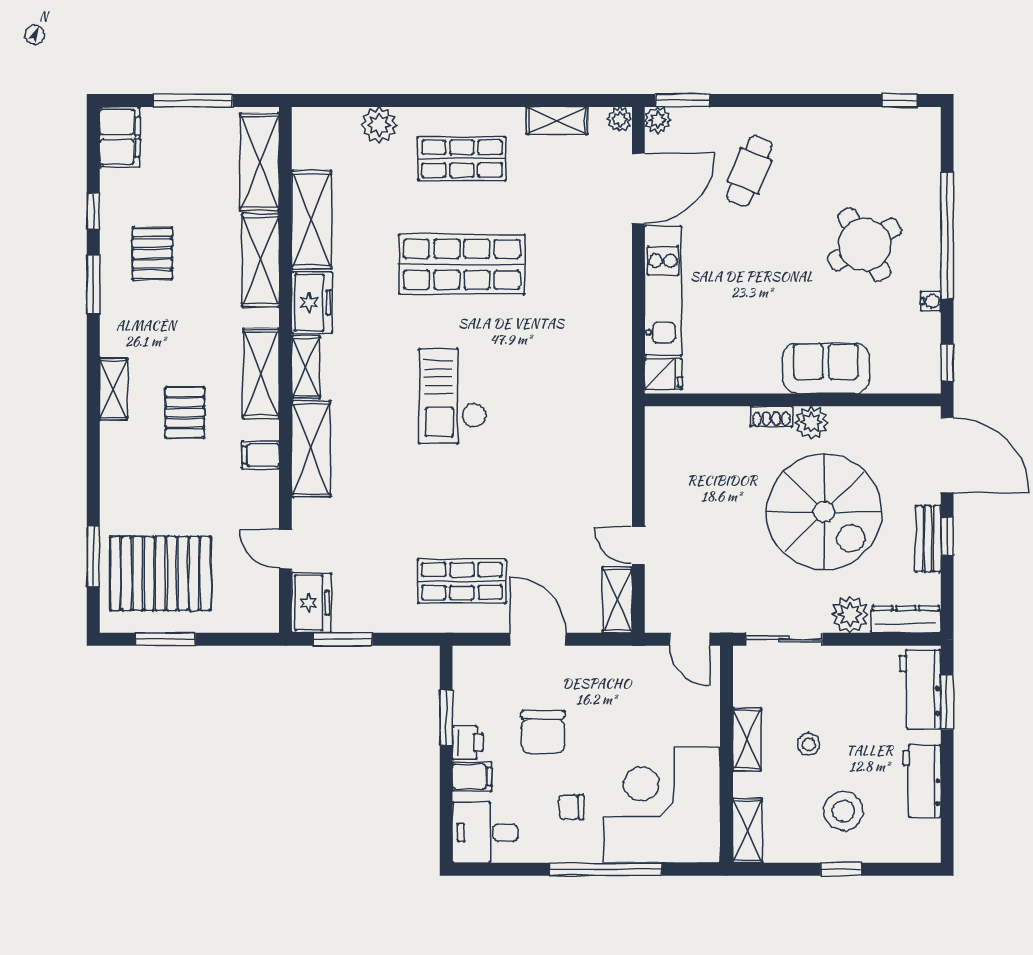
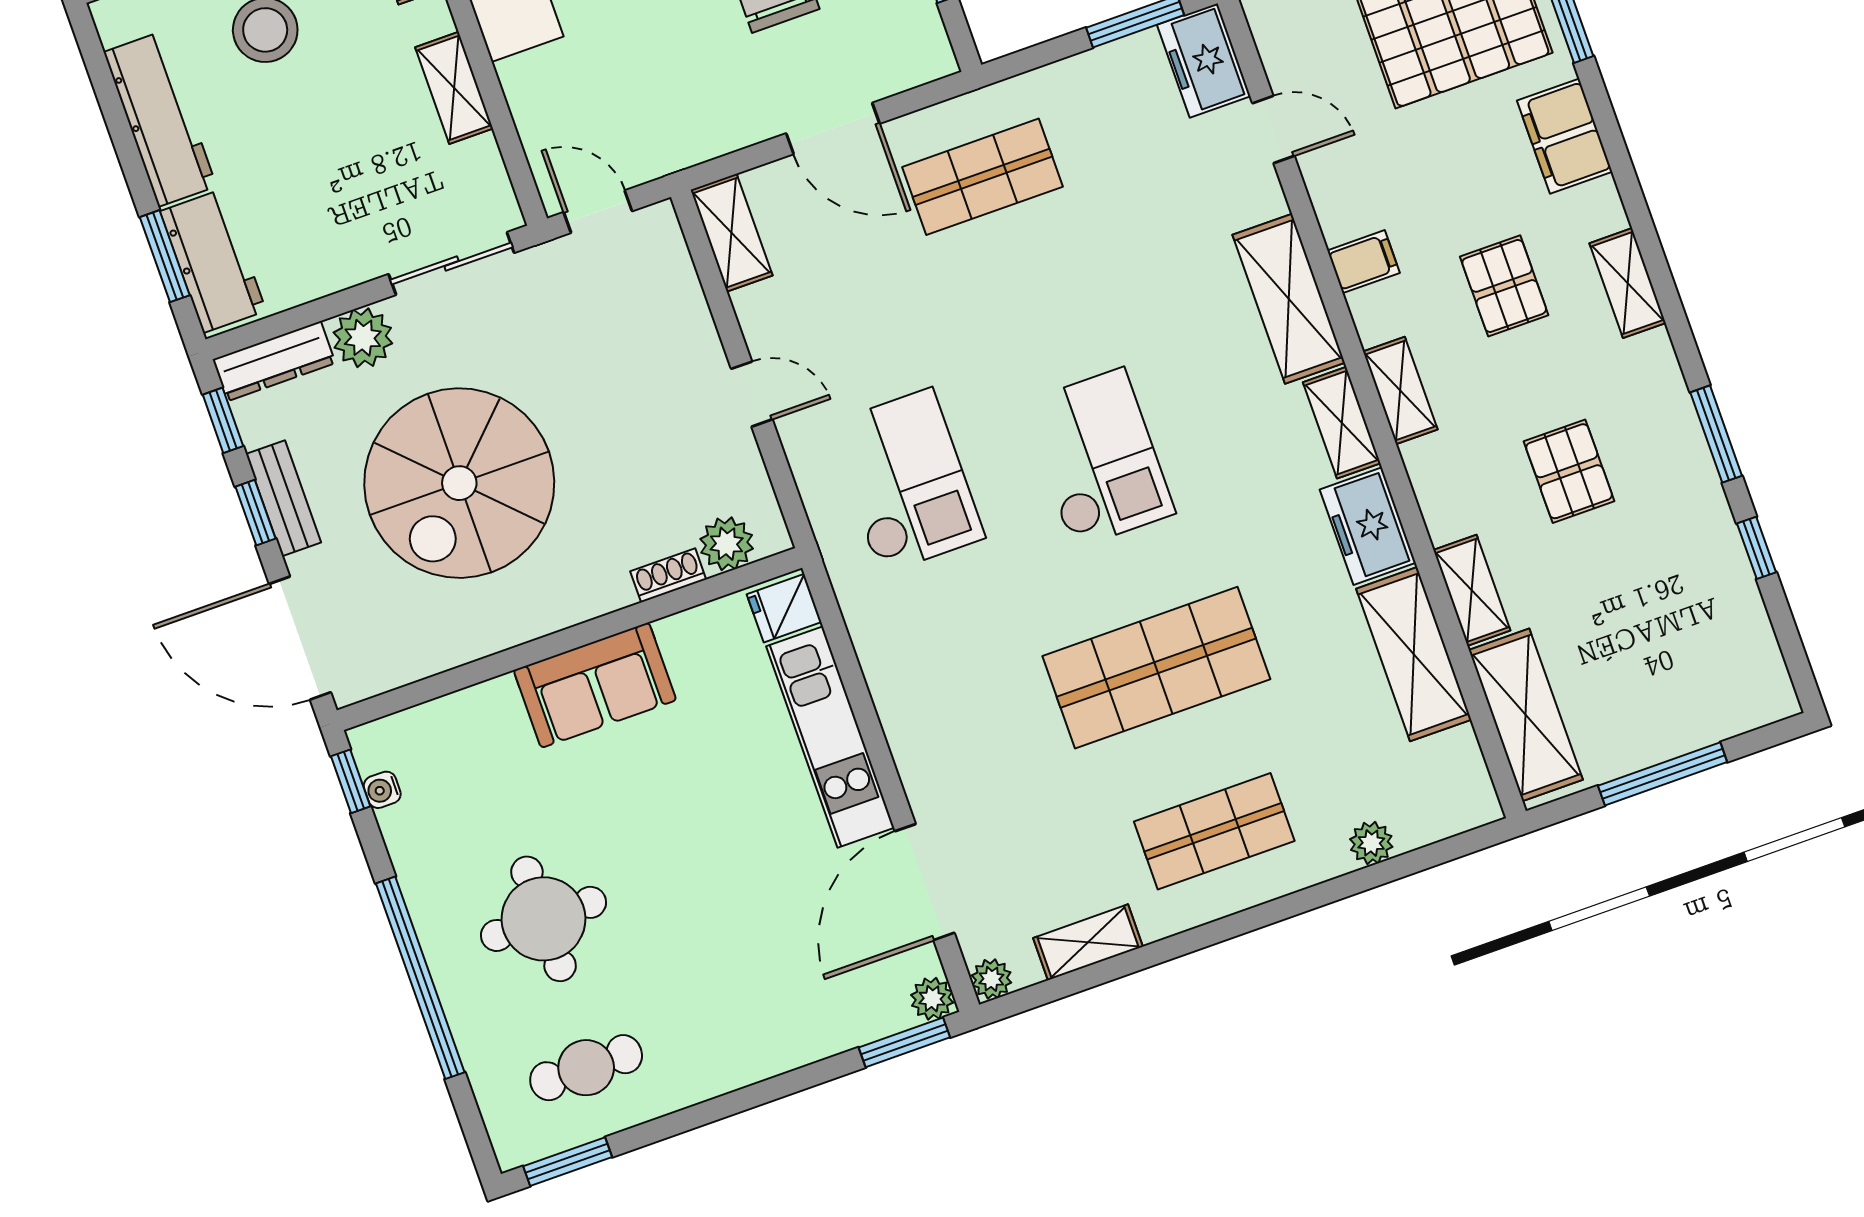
window: (900, 101) -> (568, 1162), width x1.50
plant: (379, 125) -> (1371, 843), width x0.73, depth x0.73
filing cabinet: (120, 137) -> (1565, 136), moved
cafe table: (750, 171) -> (586, 1068), moved, turned 68
round table: (864, 245) -> (544, 919), turned 31
pallet: (152, 253) -> (1569, 471), moved
shelving: (261, 260) -> (1472, 590), width x0.67, depth x0.75
water cooler: (931, 301) -> (382, 790), moved
sofa: (826, 368) -> (595, 685), moved
shelving: (261, 374) -> (1400, 390), width x0.67, depth x0.75
shoe rack: (771, 416) -> (668, 575), moved
checkout: (568, 422) -> (906, 481), added
plant: (811, 423) -> (727, 544), moved
spiral stairs: (824, 512) -> (459, 483), turned -90
door: (638, 545) -> (752, 394), moved
window: (947, 596) -> (223, 420), added
stool: (809, 744) -> (356, 114), removed
workbench: (922, 781) -> (160, 119), width x1.38

